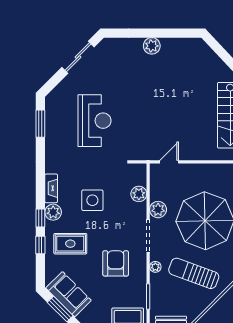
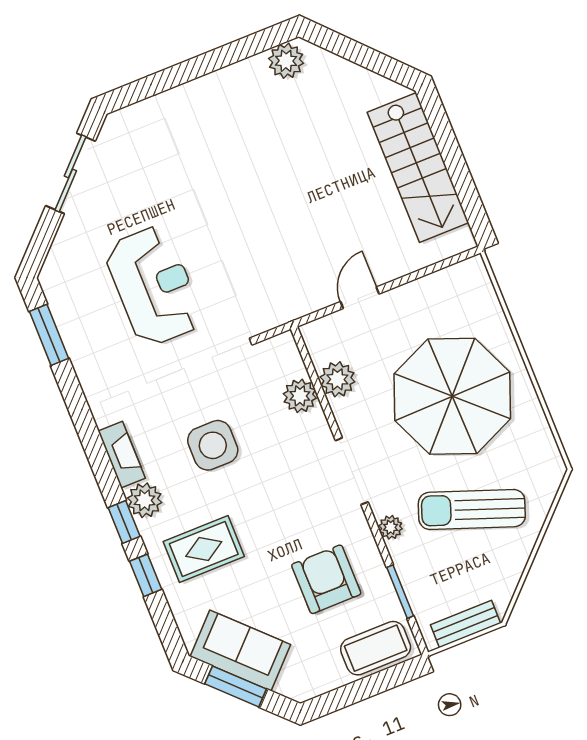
plant: (152, 46) -> (286, 61), moved
door: (169, 162) -> (360, 298), moved
plant: (158, 210) -> (337, 379), moved
armchair: (116, 263) -> (326, 579), moved

